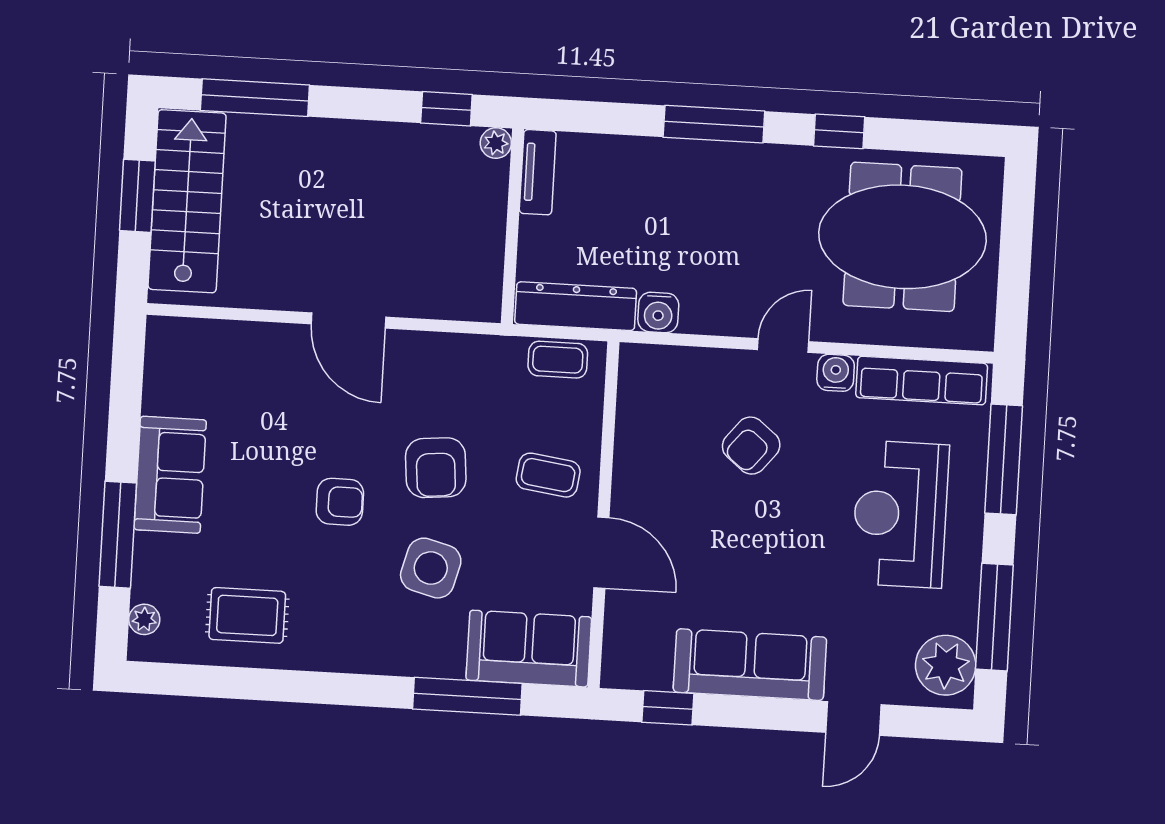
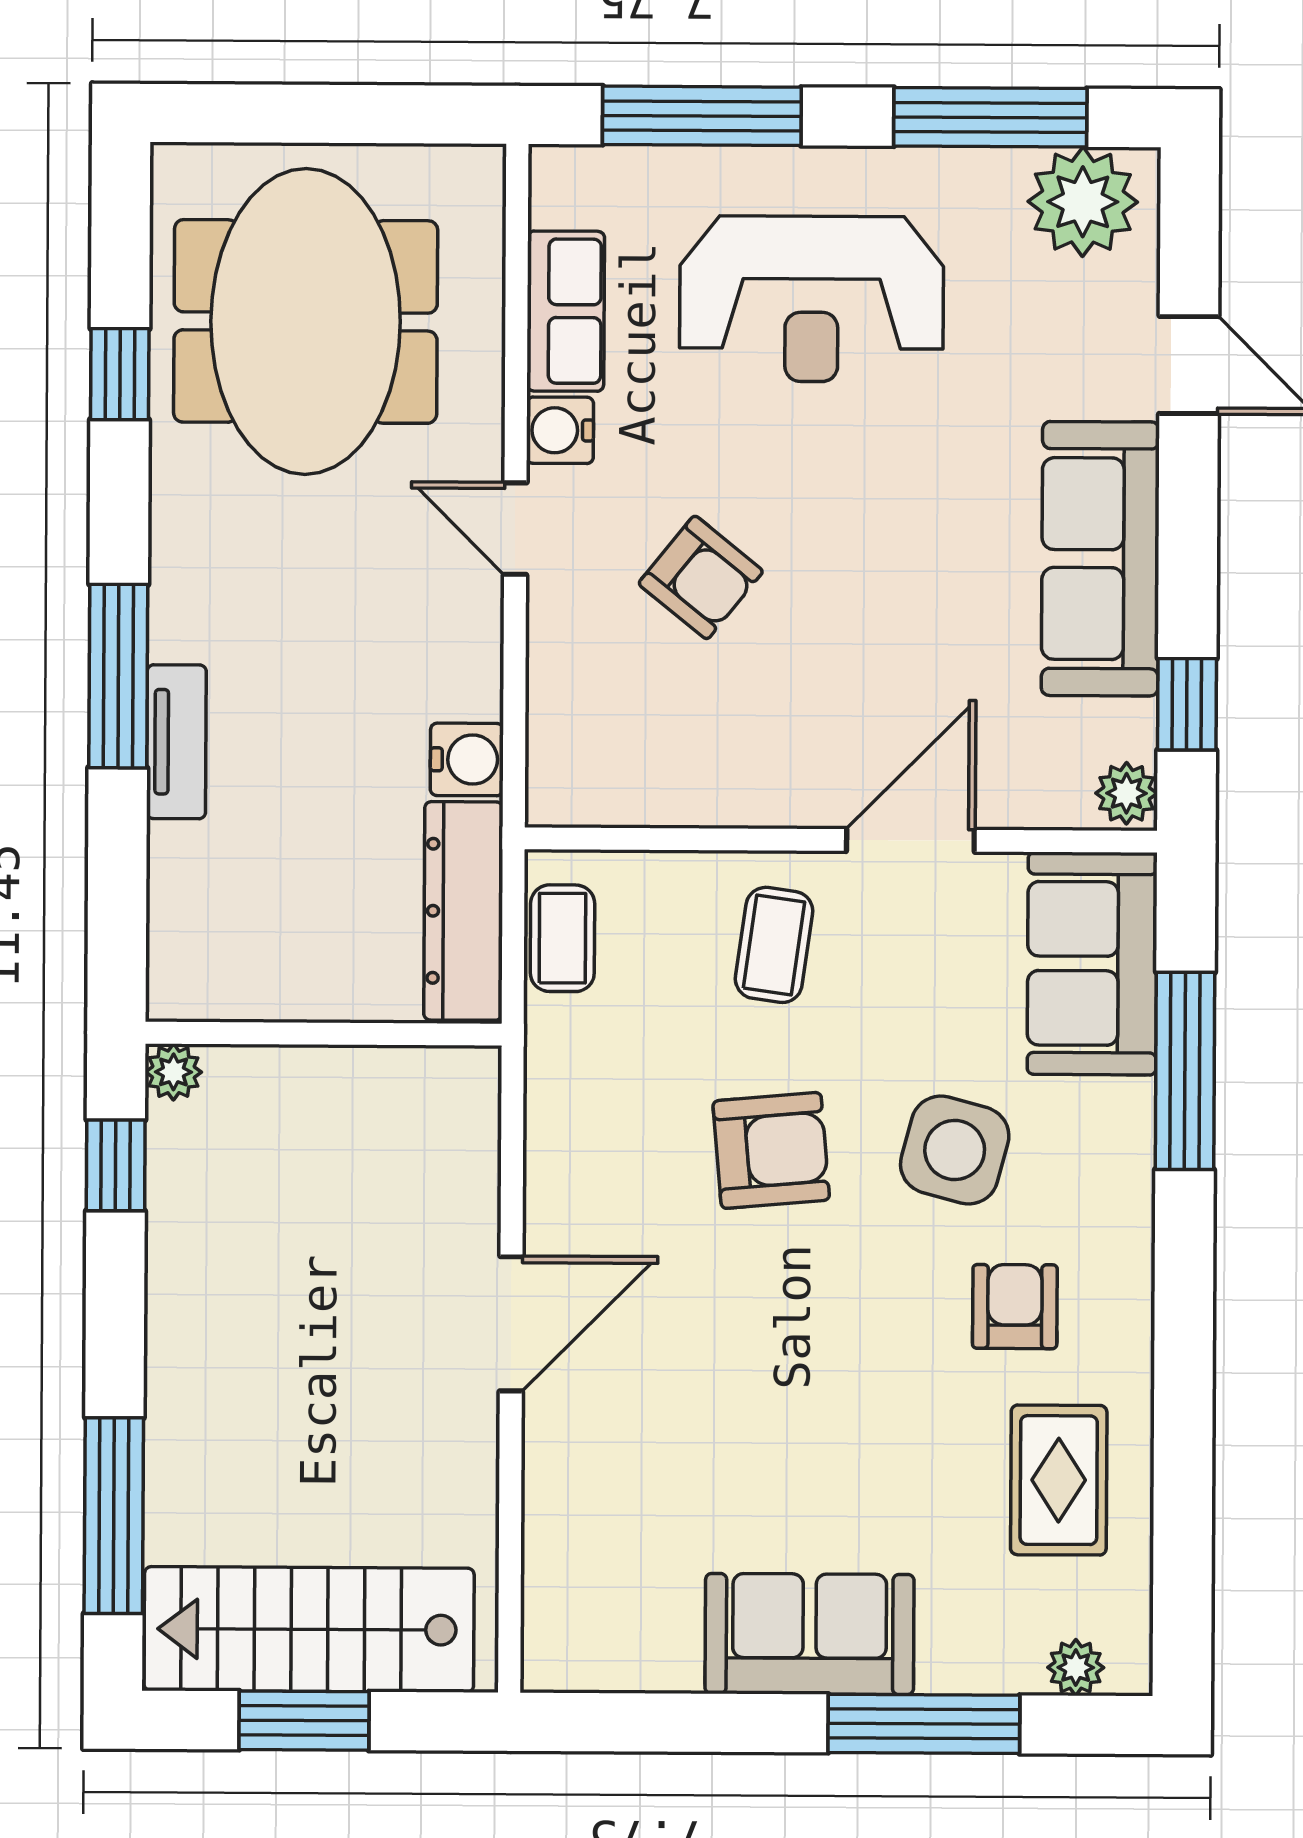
window: (839, 131) -> (120, 374), moved
tv unit: (538, 172) -> (176, 742), moved, turned 90
row of seats: (922, 381) -> (566, 311), width x0.68
armchair: (340, 502) -> (1015, 1307), moved
plant: (621, 672) -> (1126, 793), added

